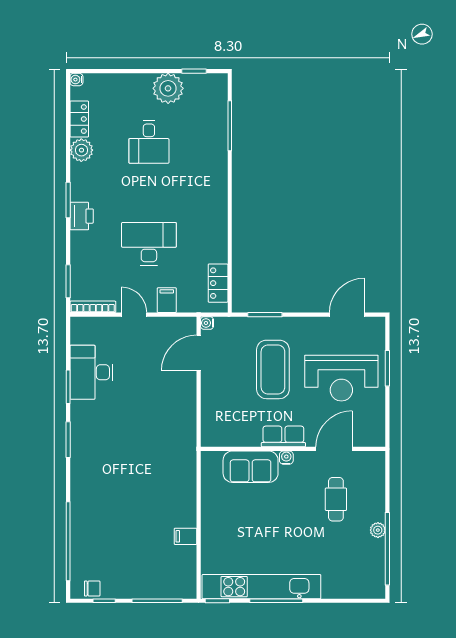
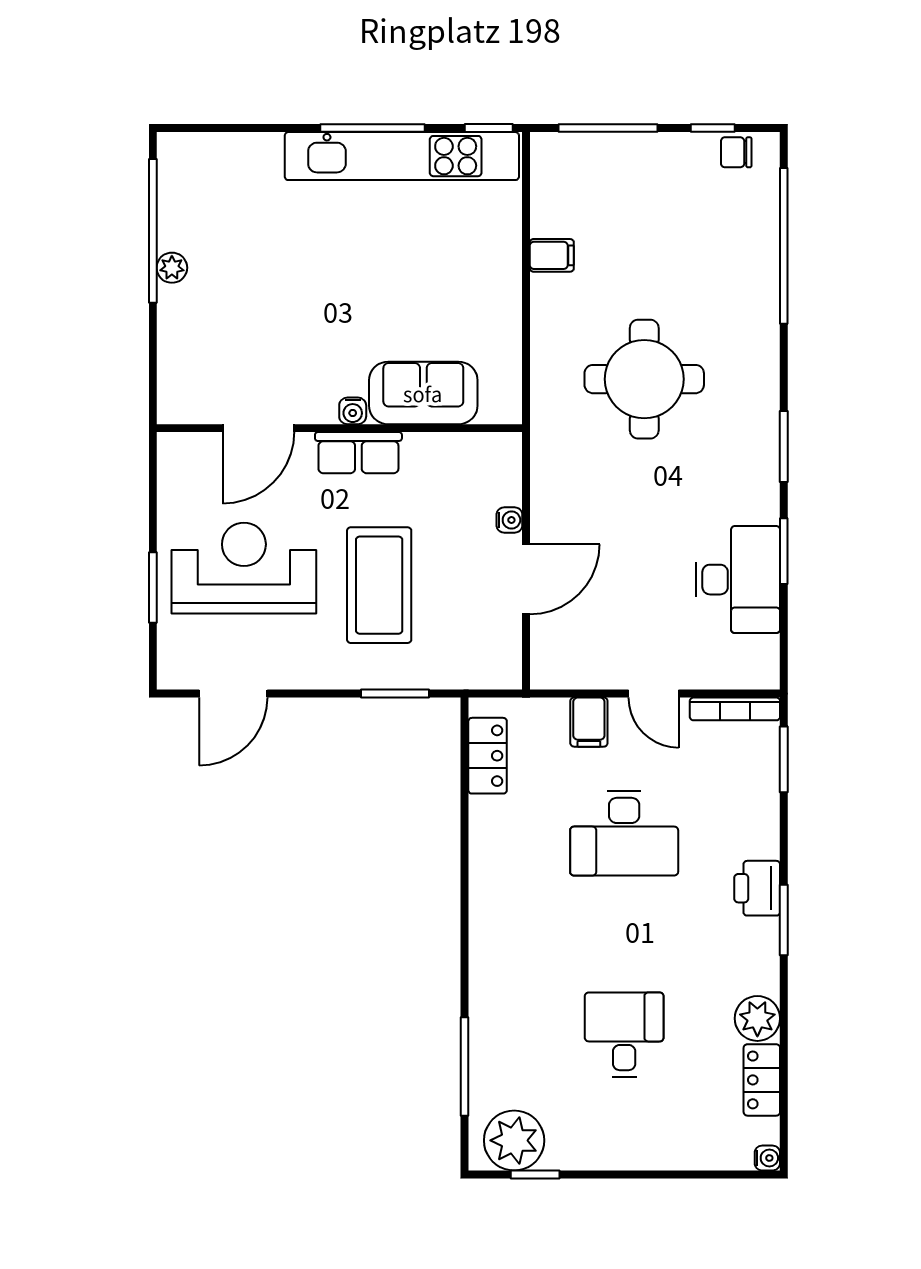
plant: (168, 88) -> (514, 1140), moved
water cooler: (207, 323) -> (509, 520), moved
door: (199, 353) -> (526, 579), moved
round table: (139, 474) -> (644, 379), added
cafe table: (336, 499) -> (255, 329), removed

